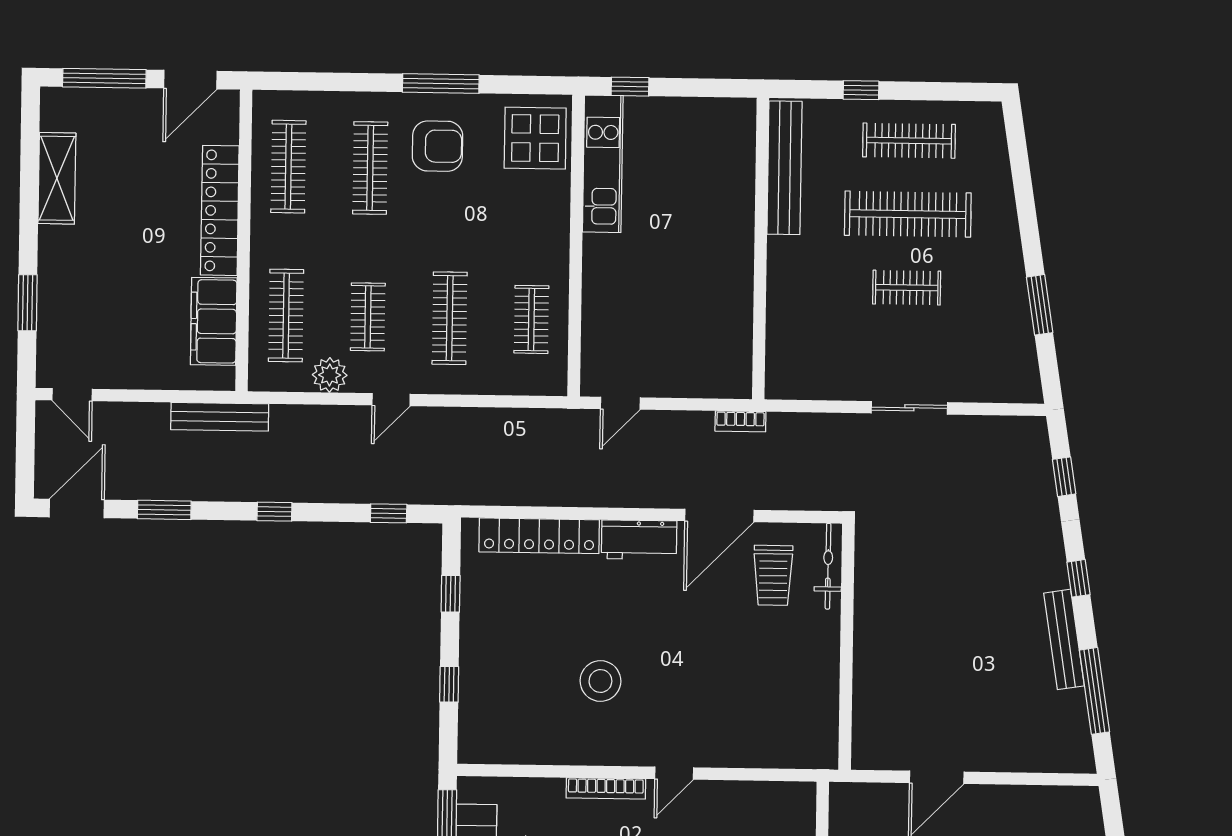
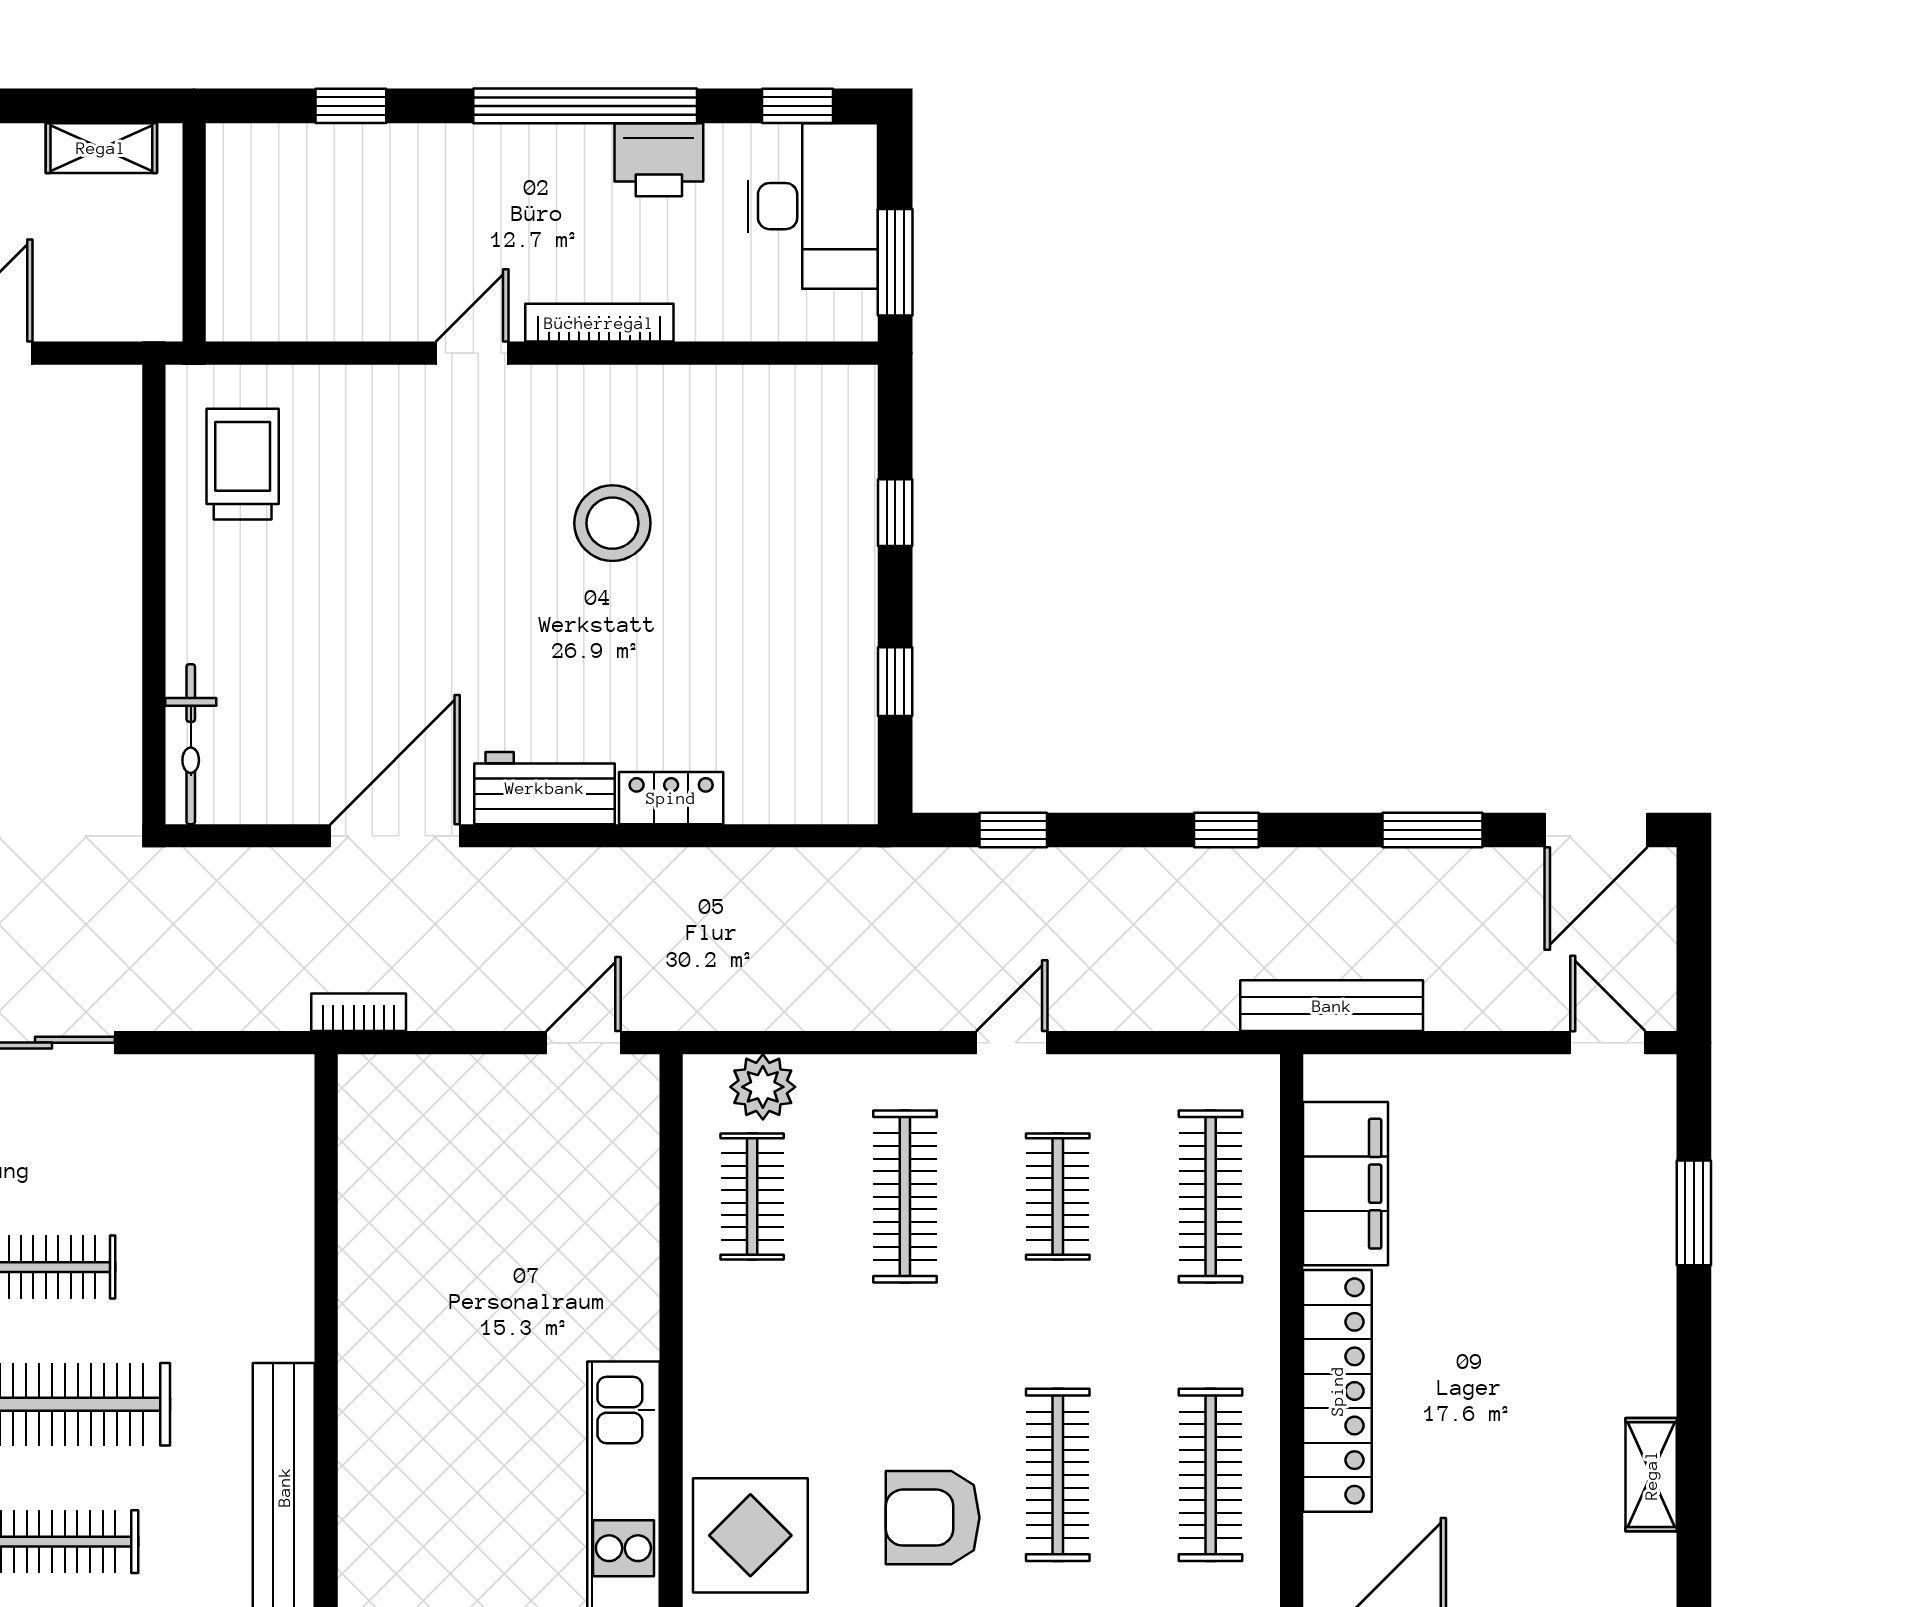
shelving: (57, 178) -> (1651, 1475), width x0.67, depth x0.75
plant: (330, 375) -> (763, 1087), moved
locker: (539, 536) -> (671, 798), width x0.46, depth x0.83
trolley: (773, 575) -> (243, 464), moved

